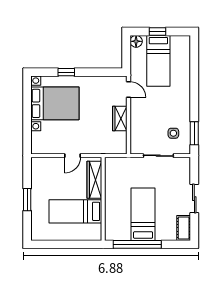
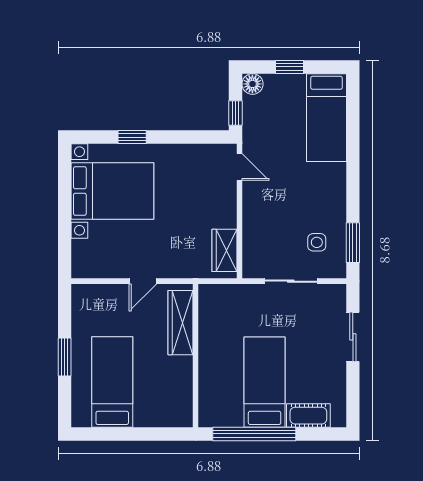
window: (126, 58) -> (235, 113), added
bed: (158, 61) -> (326, 118), moved
wardrobe: (120, 119) -> (224, 250), moved
sliding door: (194, 199) -> (353, 337), moved
bed: (75, 211) -> (112, 382), moved, turned 90
cot: (184, 228) -> (308, 416), moved, turned 90

